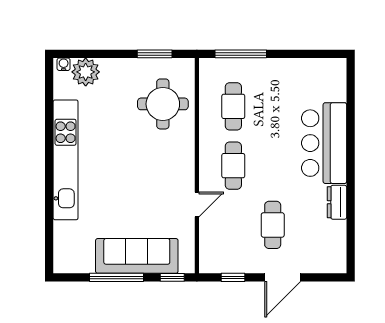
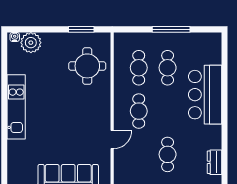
window: (241, 54) -> (171, 29), moved
cafe table: (273, 106) -> (168, 68), added
kitchen unit: (66, 160) -> (16, 107), width x0.73
dresser: (337, 202) -> (215, 162), moved

